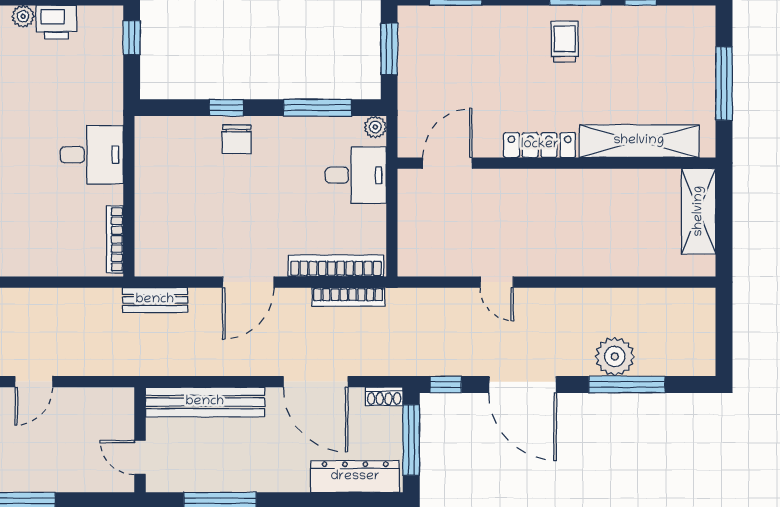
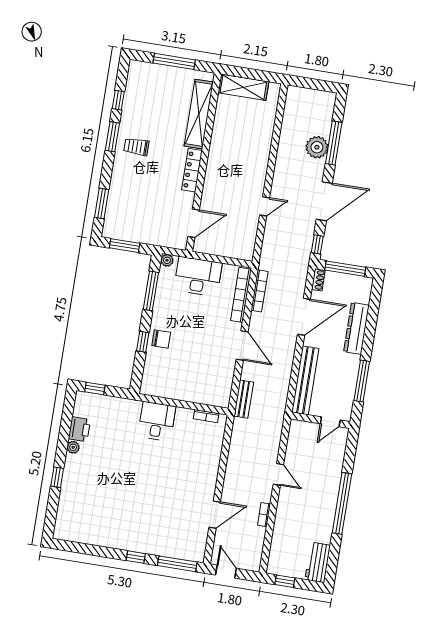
door: (447, 163) -> (194, 223), swing flipped
desk: (356, 175) -> (198, 277), width x1.37
bookcase: (115, 239) -> (206, 416), width x0.64
dresser: (355, 477) -> (356, 328), moved

